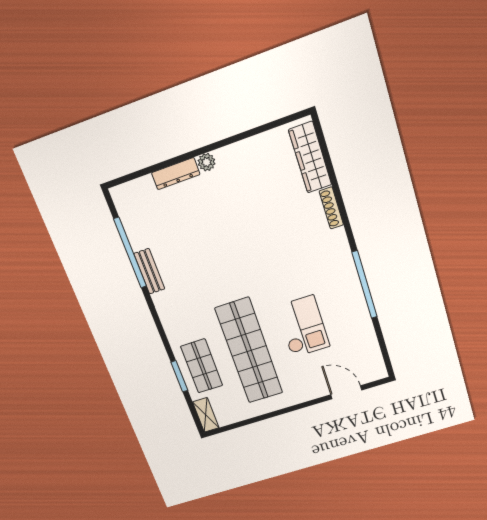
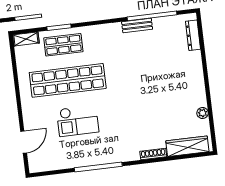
plant: (207, 162) -> (203, 113), moved
dresser: (176, 174) -> (193, 35), moved

